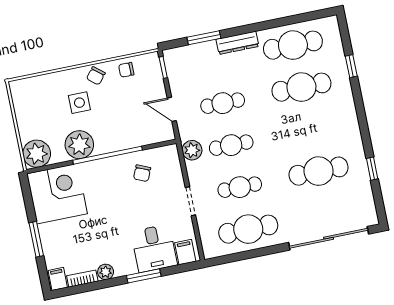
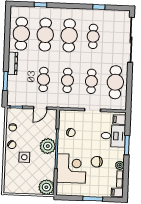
cafe table: (310, 129) -> (69, 35), added
plant: (79, 145) -> (48, 146), moved
plant: (192, 150) -> (65, 102), removed
cafe table: (319, 171) -> (93, 36), width x0.73, depth x0.74
corner desk: (57, 194) -> (71, 169), moved, turned 90
chair: (102, 230) -> (97, 162), added

